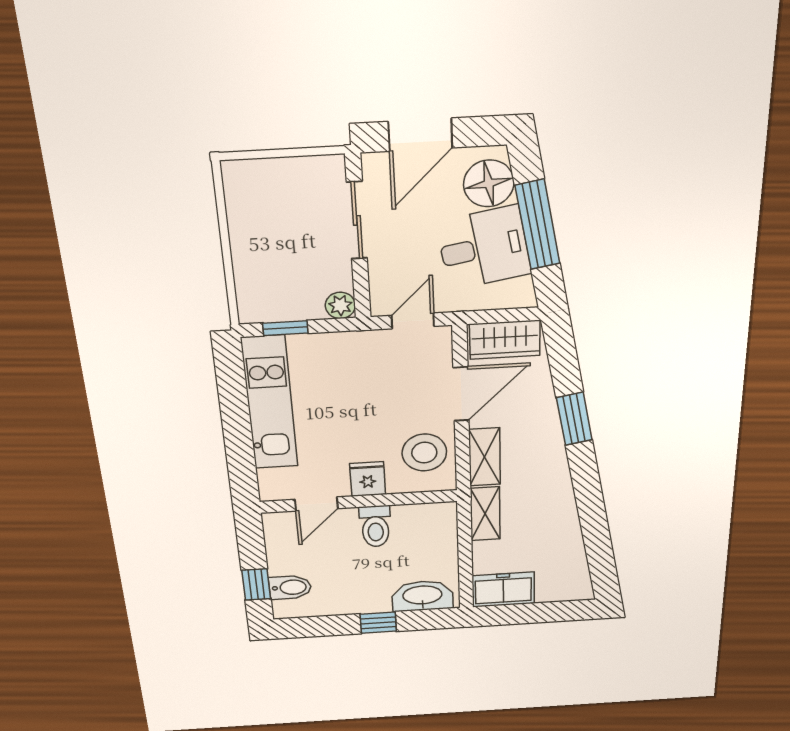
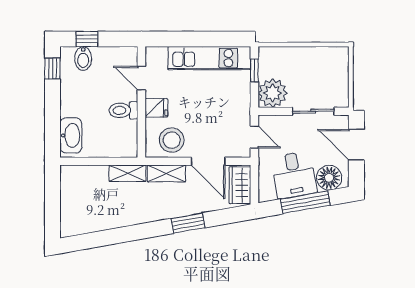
plant: (340, 305) -> (273, 93), width x1.87, depth x1.87
freezer: (503, 590) -> (72, 183), removed
window: (378, 623) -> (53, 68), moved

